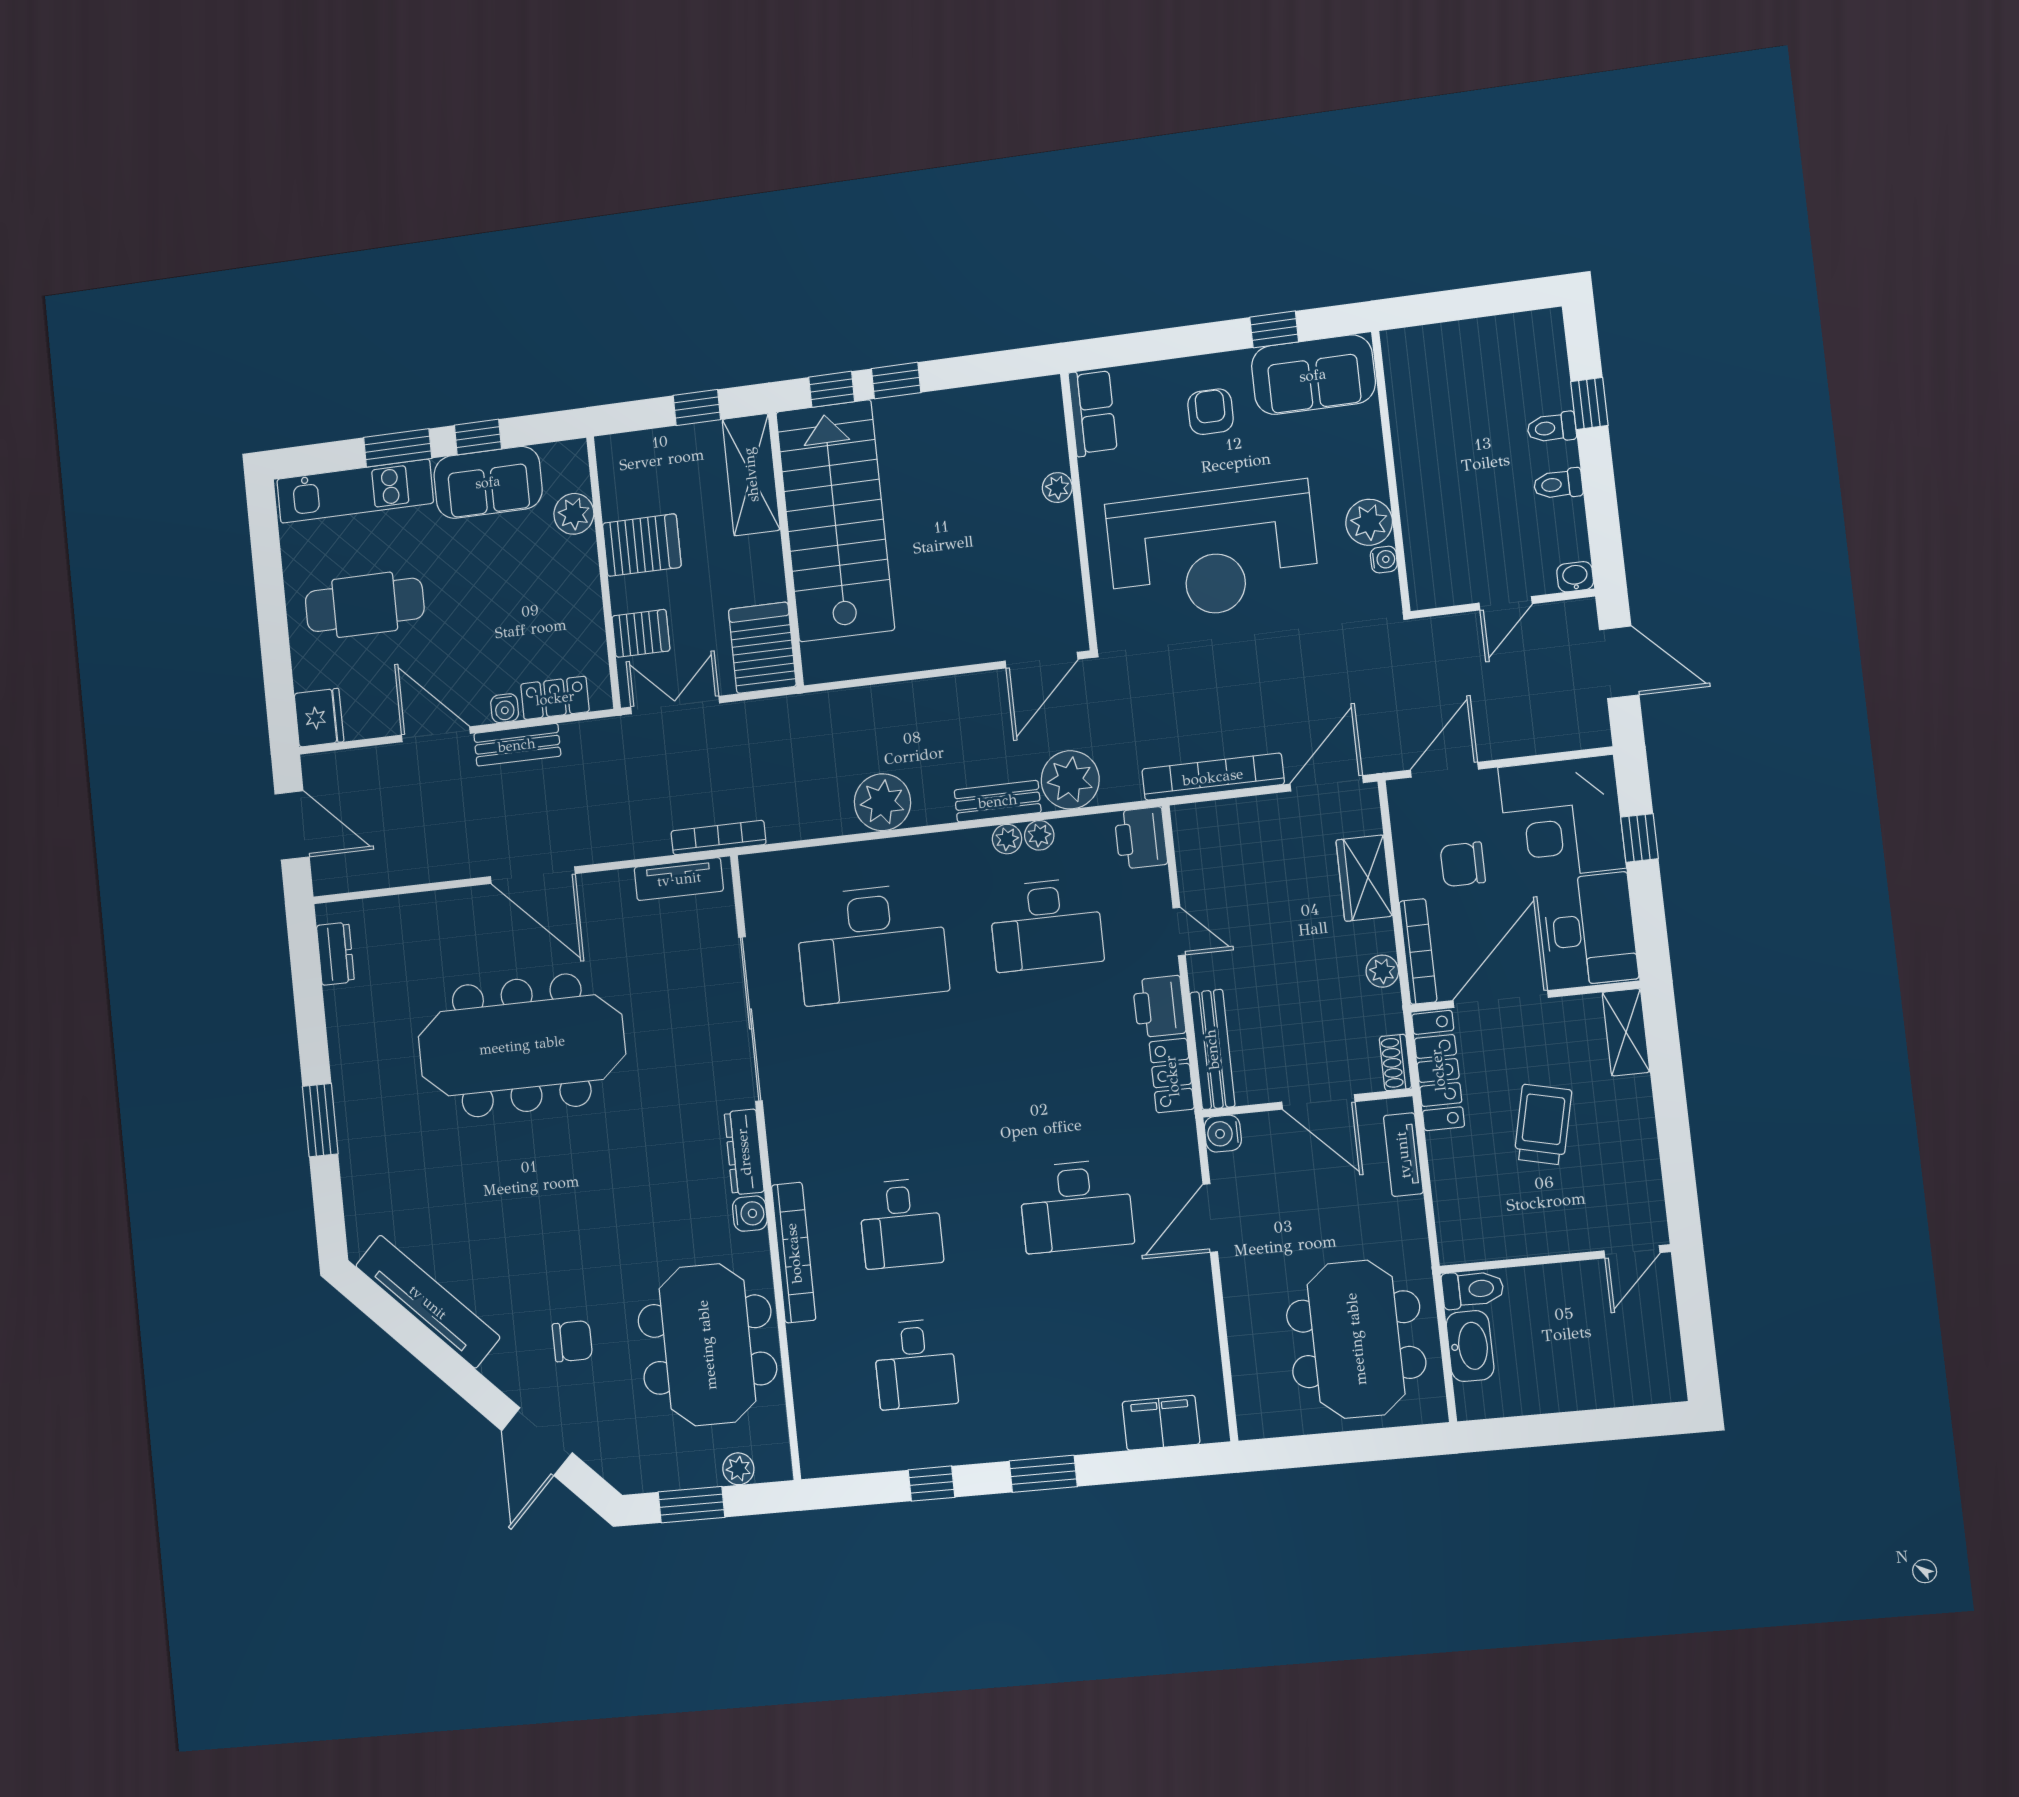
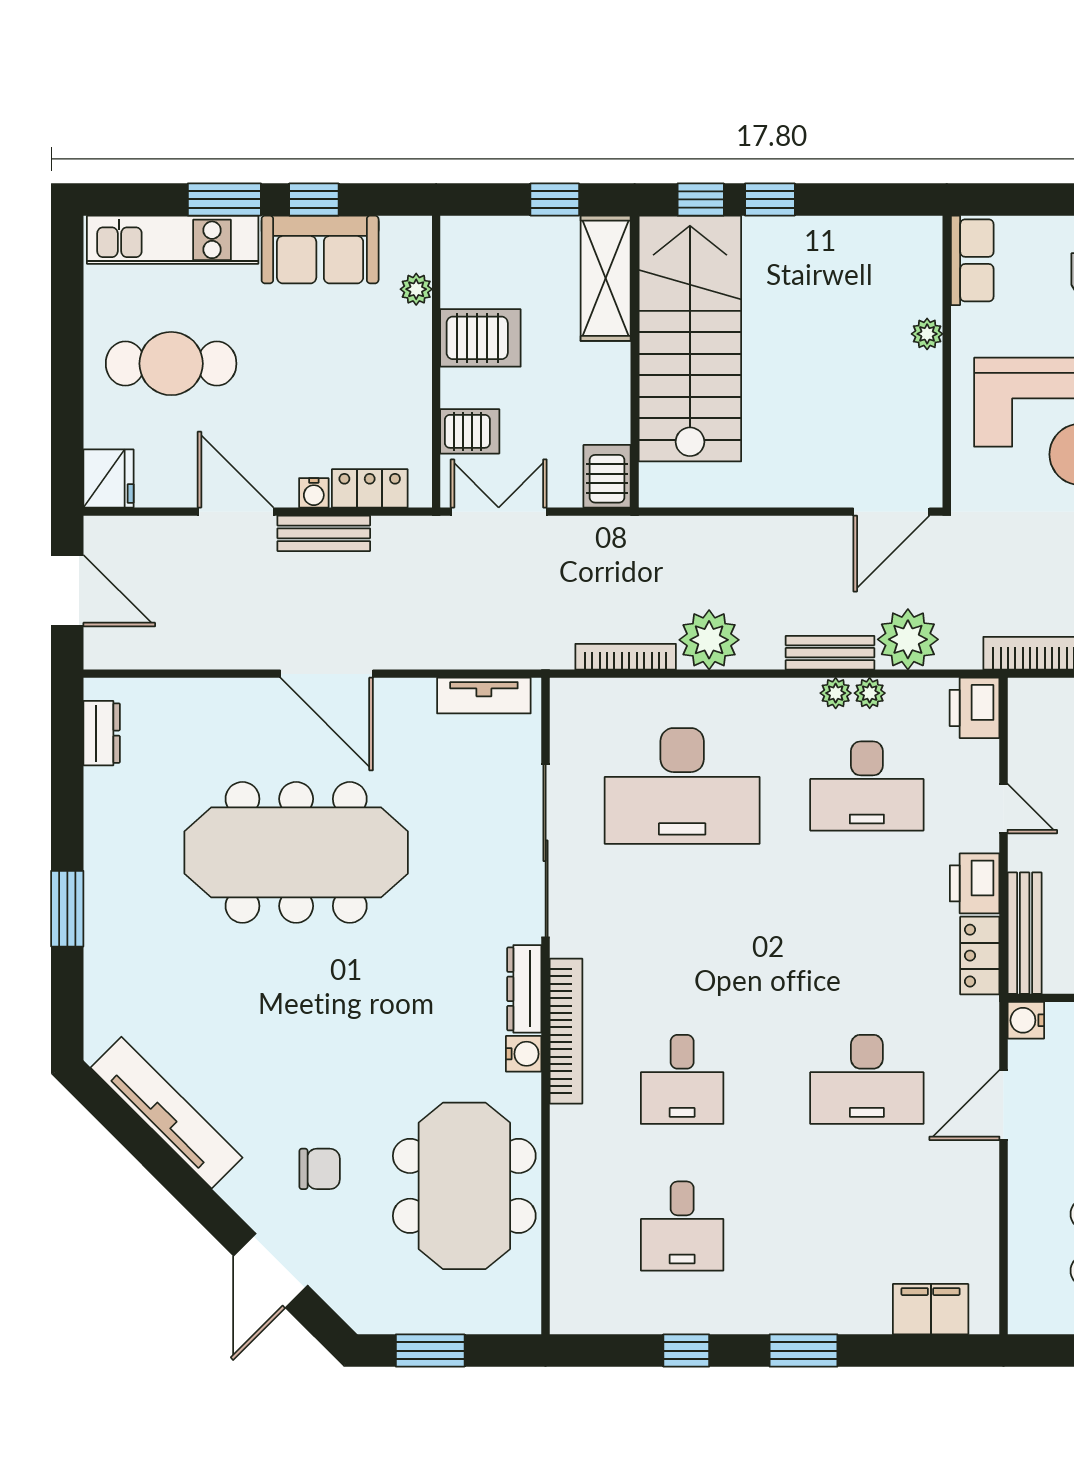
plant: (574, 514) -> (416, 289), width x0.73, depth x0.73
server rack: (762, 648) -> (607, 476), width x0.73, depth x0.70
bookcase: (719, 838) -> (626, 657), moved
bookcase: (794, 1253) -> (566, 1031), moved
plant: (738, 1469) -> (484, 1318), removed

